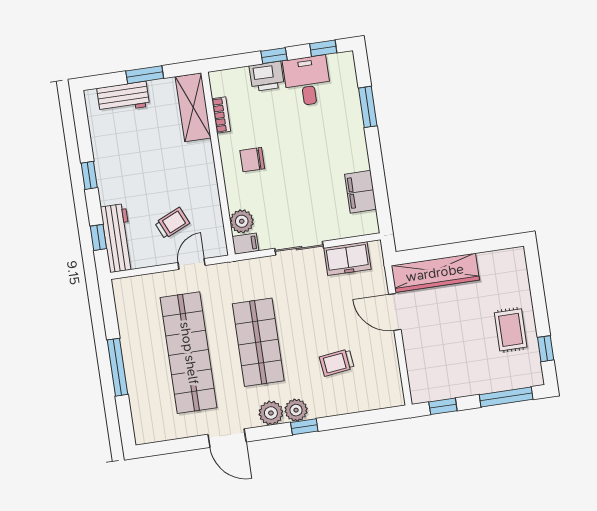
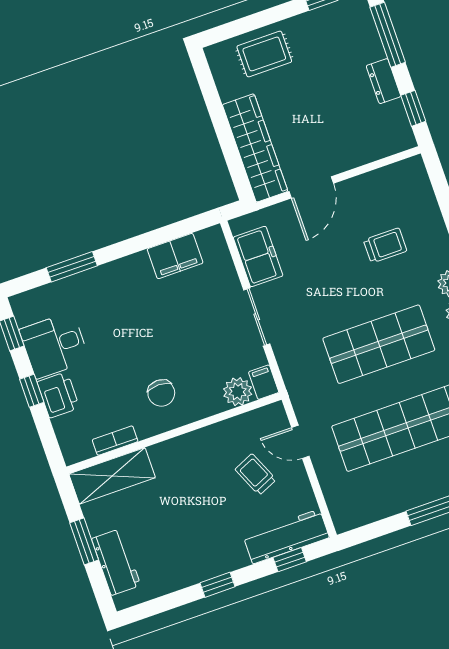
rug: (511, 330) -> (264, 54), moved
trolley: (337, 363) -> (385, 245), turned -83
dresser: (469, 386) -> (383, 81), added

